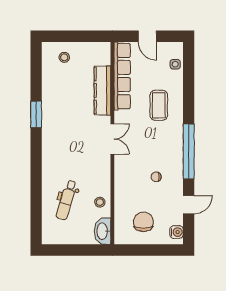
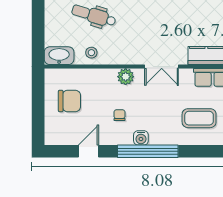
plant: (121, 171) -> (126, 77), added
door: (189, 205) -> (89, 151), swing flipped
water cooler: (177, 232) -> (141, 138), moved

